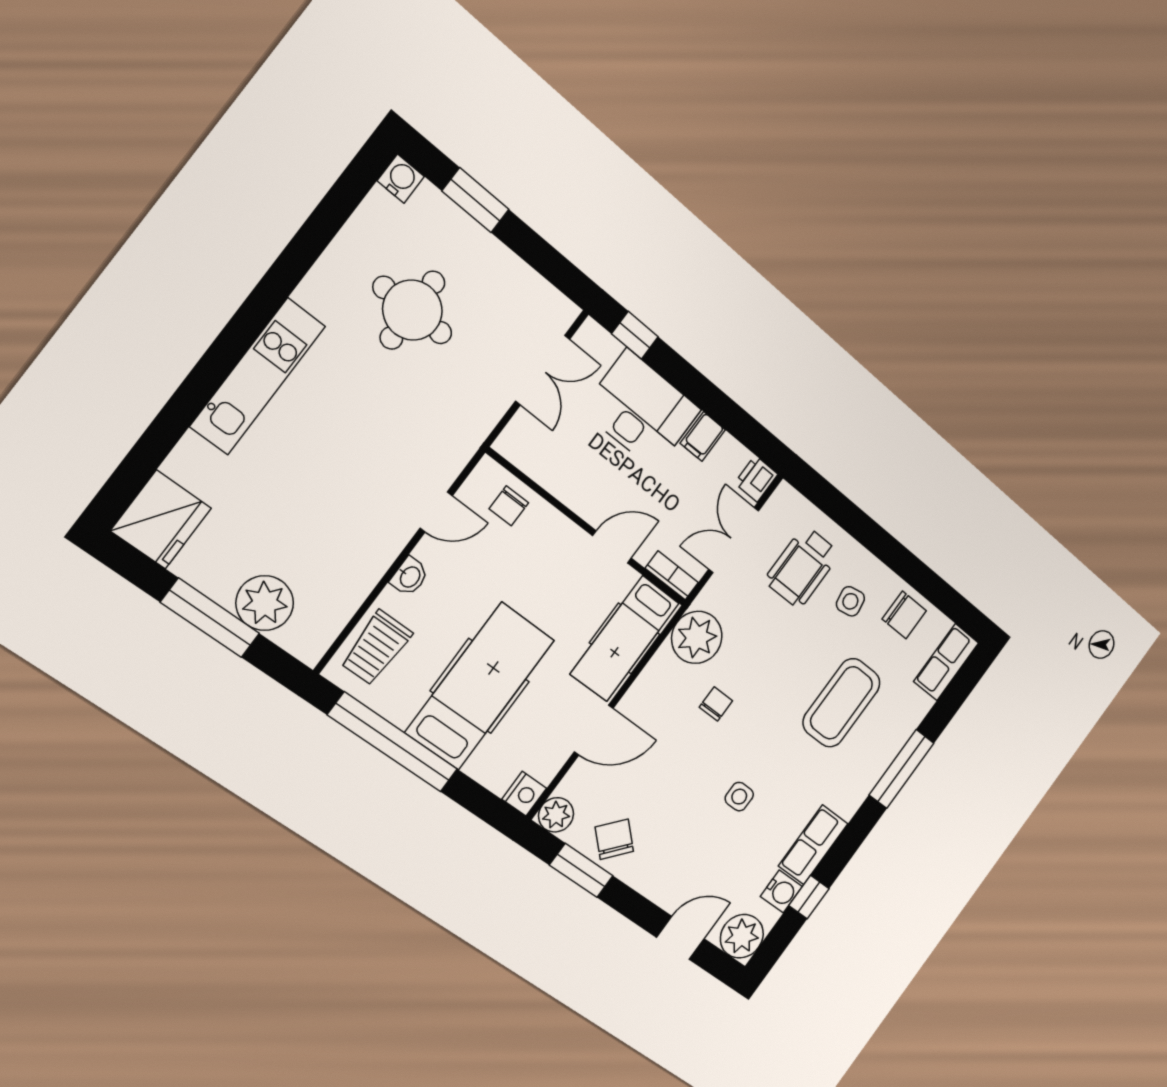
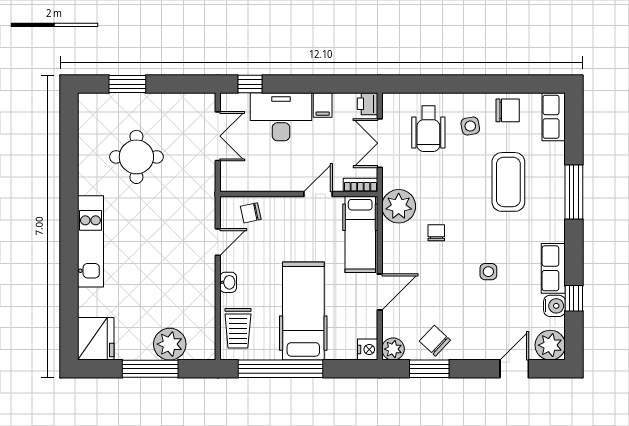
water cooler: (401, 179) -> (87, 102), removed
chair: (509, 506) -> (251, 213), turned 78

